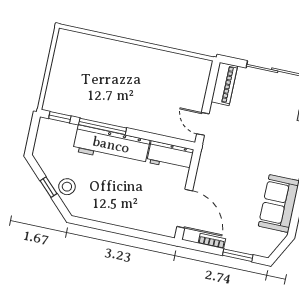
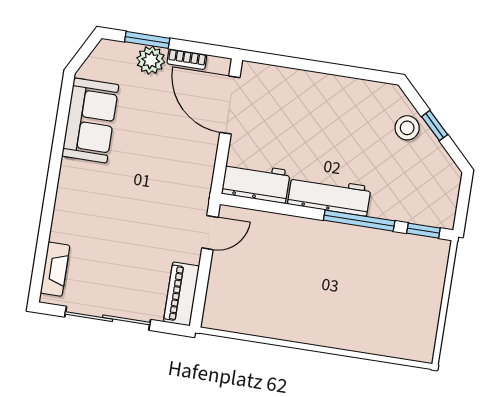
door: (203, 124) -> (210, 233), hinge flipped
workbench: (111, 145) -> (329, 195), width x0.73, depth x0.76
plant: (236, 242) -> (151, 60), added

